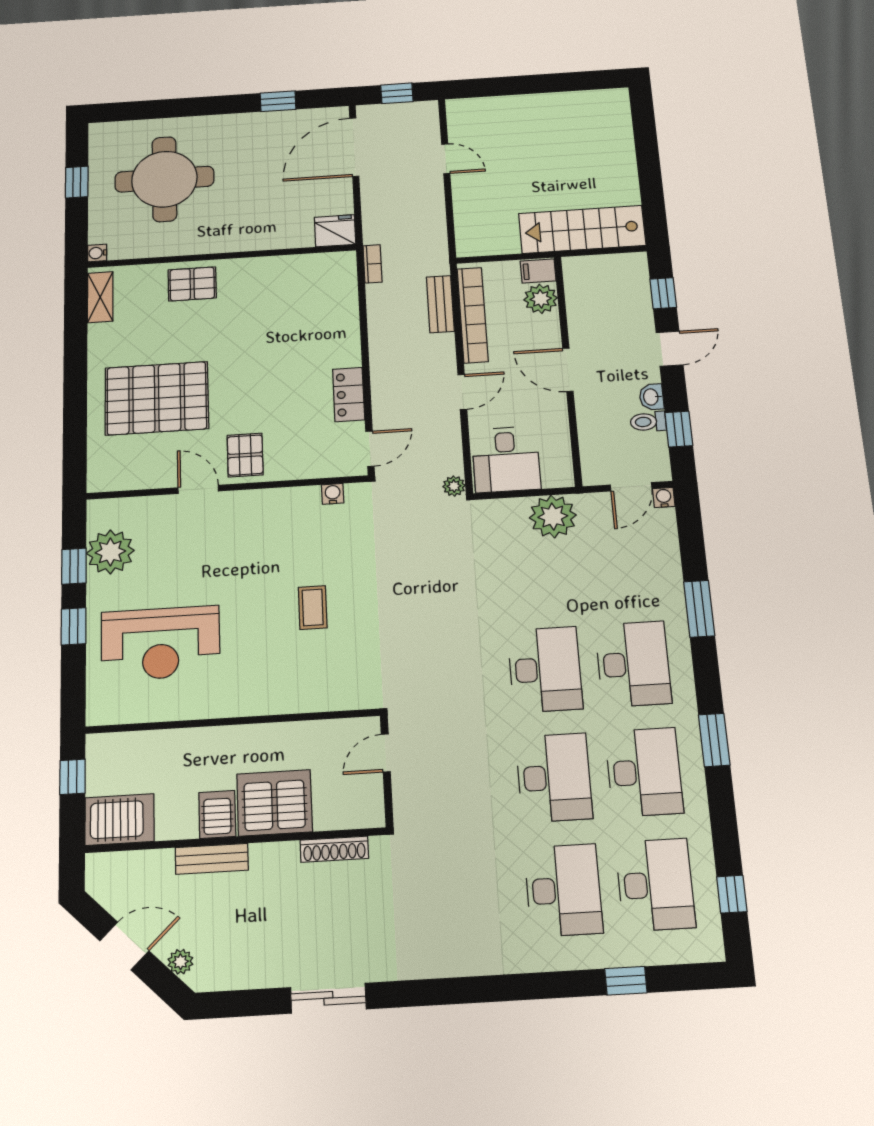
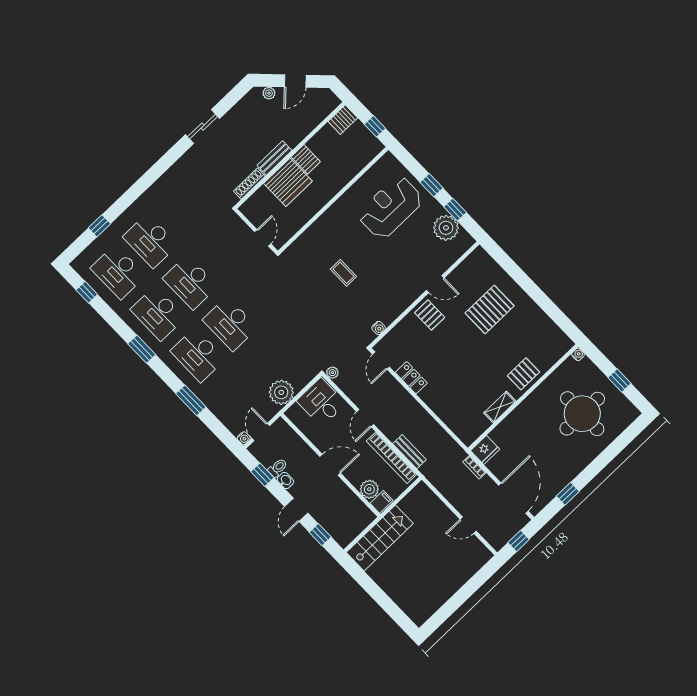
bookcase: (372, 264) -> (474, 467), moved
shelving: (100, 297) -> (500, 407), moved, turned 90
pallet: (157, 398) -> (490, 309), width x0.73, depth x0.71
server rack: (119, 820) -> (343, 120), width x0.73, depth x0.70
bench: (212, 859) -> (274, 158), moved

